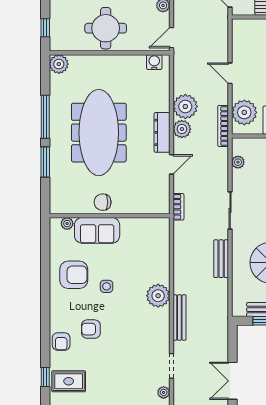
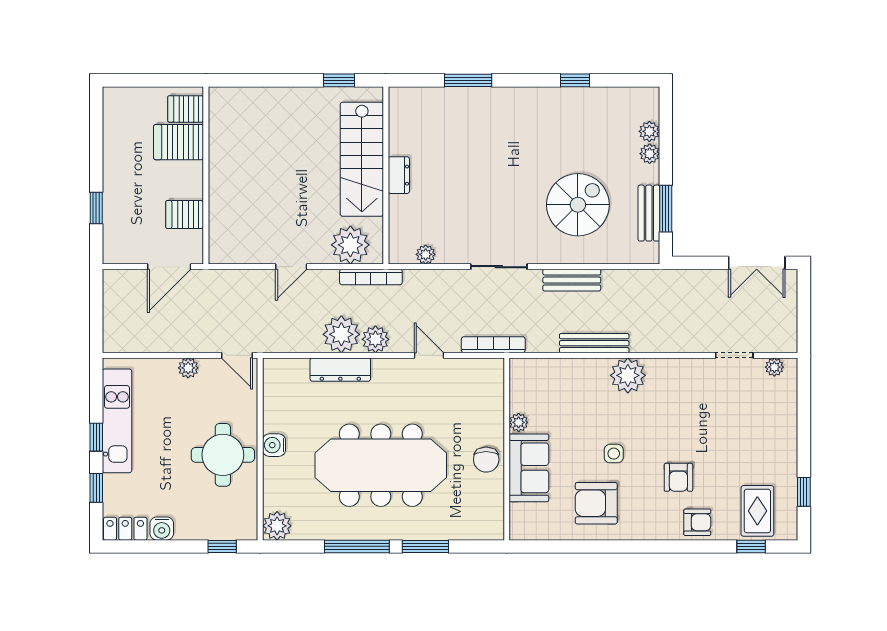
water cooler: (154, 62) -> (274, 445), moved
dresser: (162, 132) -> (340, 370), moved
bookcase: (178, 207) -> (493, 345), width x1.56
plant: (67, 224) -> (519, 422), moved
armchair: (74, 275) -> (596, 503), turned -90
bench: (179, 318) -> (594, 343), moved

